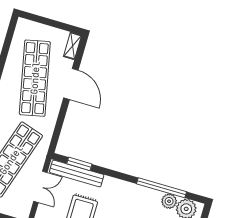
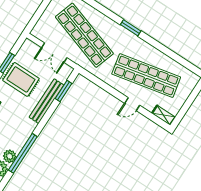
door: (71, 84) -> (132, 104), width x0.53
bench: (77, 174) -> (46, 101), moved

